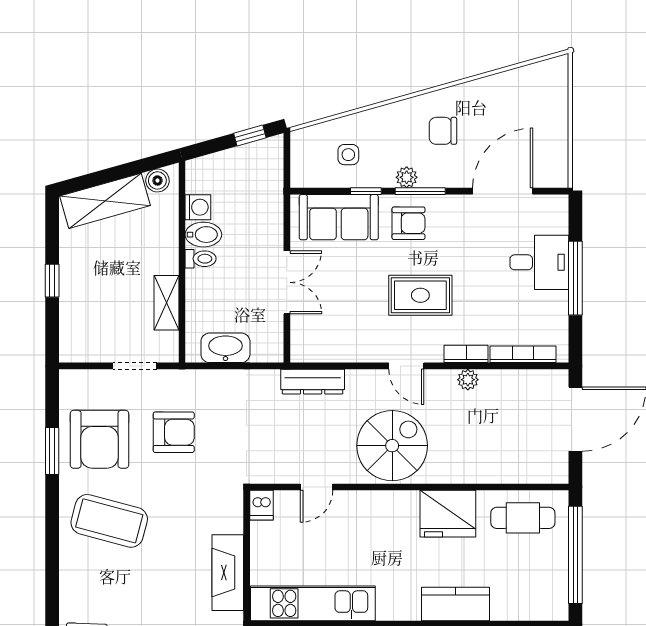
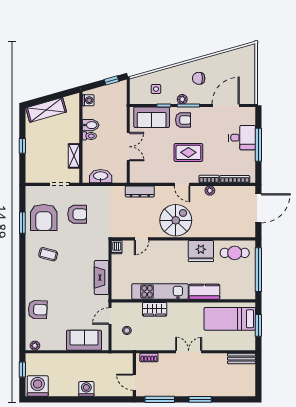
boiler: (157, 180) -> (70, 101), removed
washing machine: (198, 207) -> (88, 100), moved
coffee table: (109, 521) -> (48, 254), width x0.54, depth x0.58
kitchen unit: (313, 603) -> (160, 291), moved

